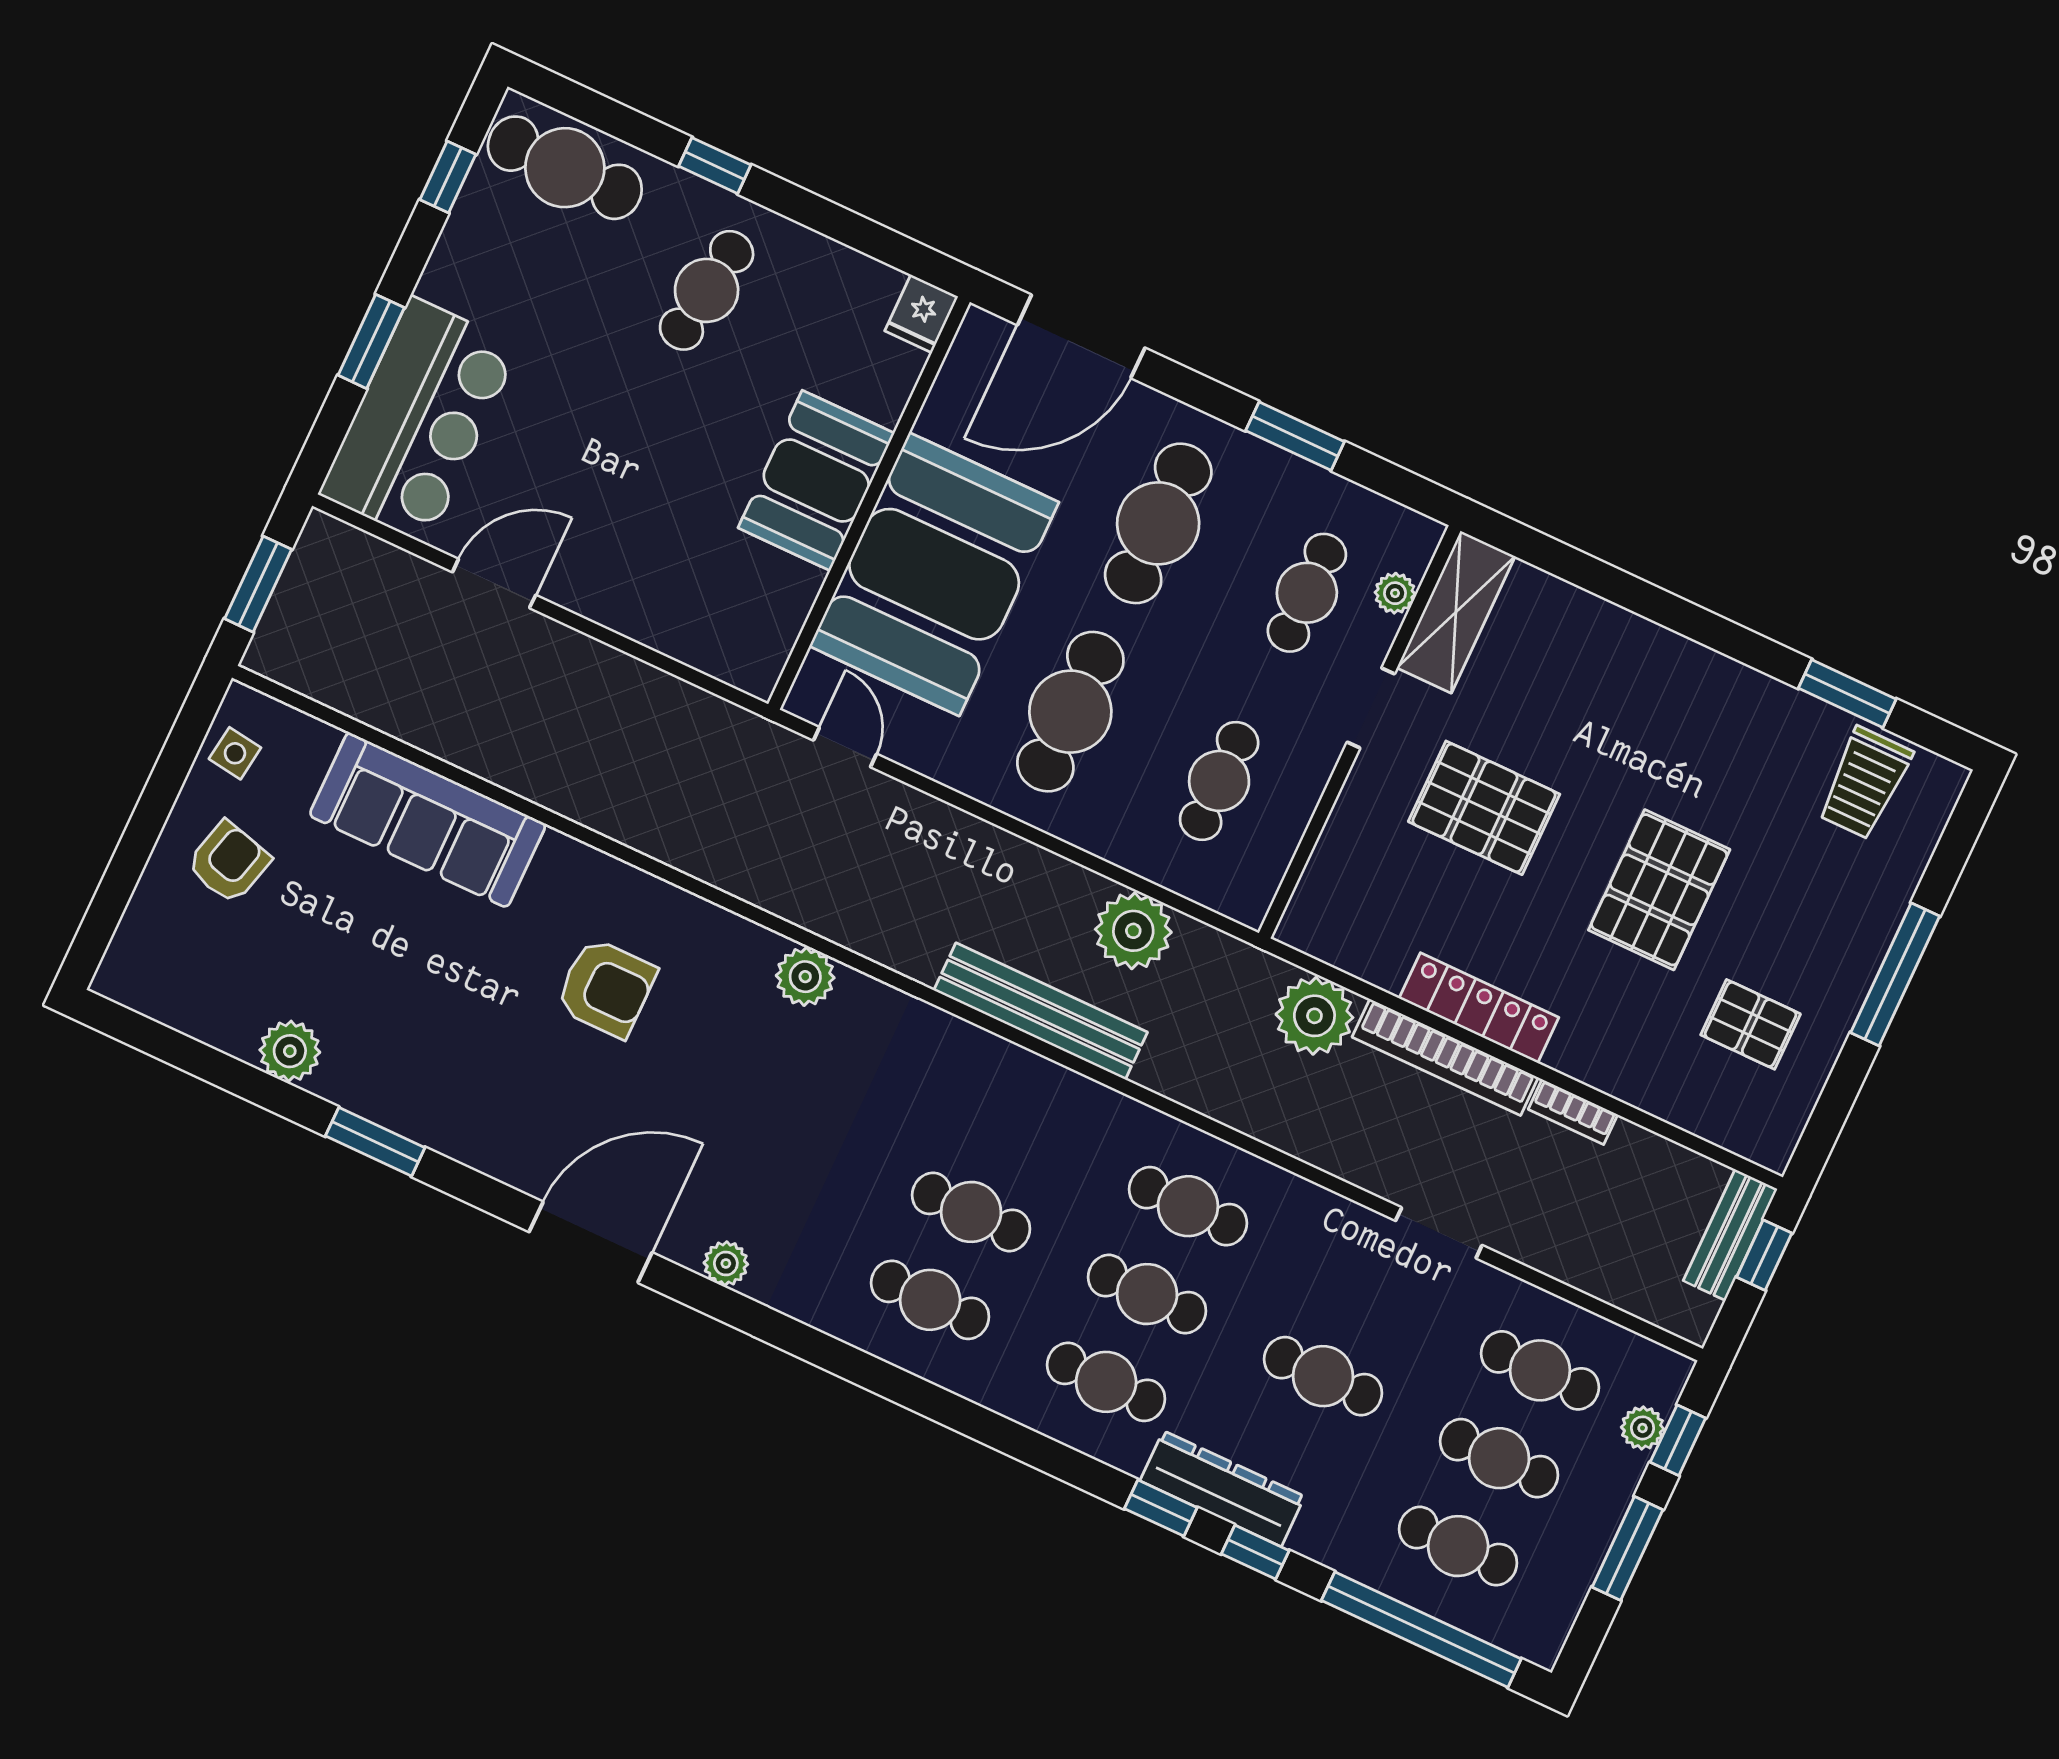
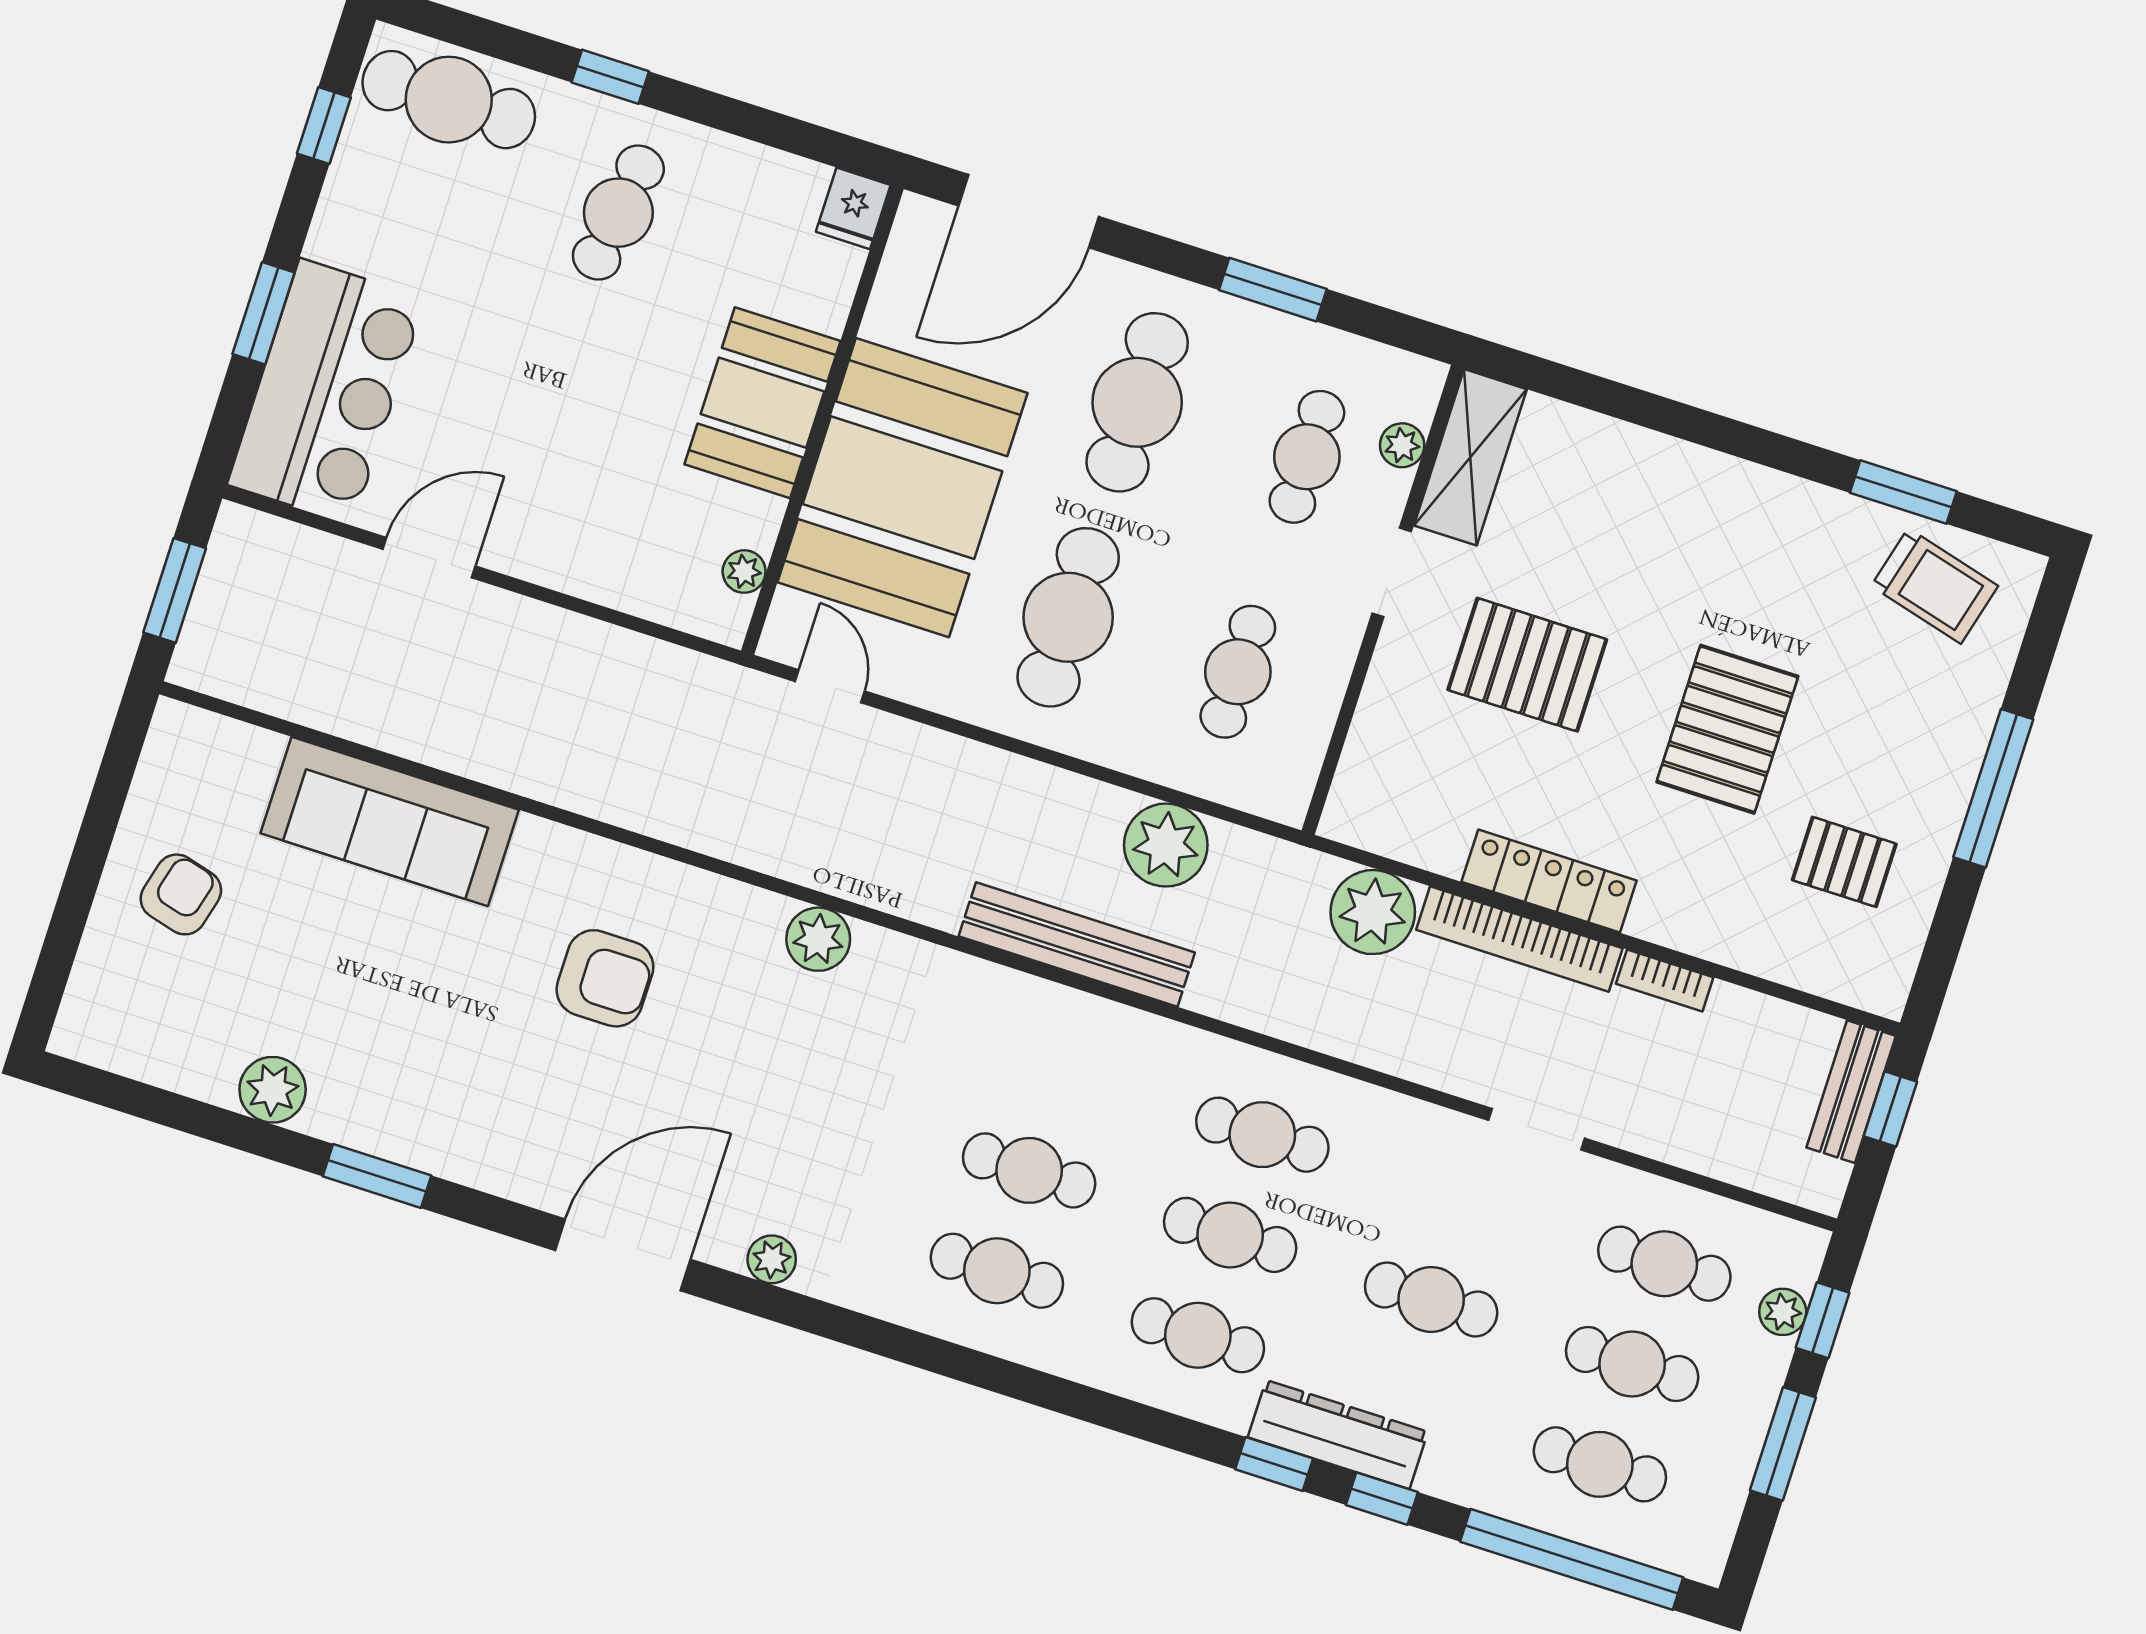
plant: (780, 633) -> (744, 572), added
side table: (235, 753) -> (173, 776), removed
trolley: (1865, 783) -> (1935, 586), turned -75

